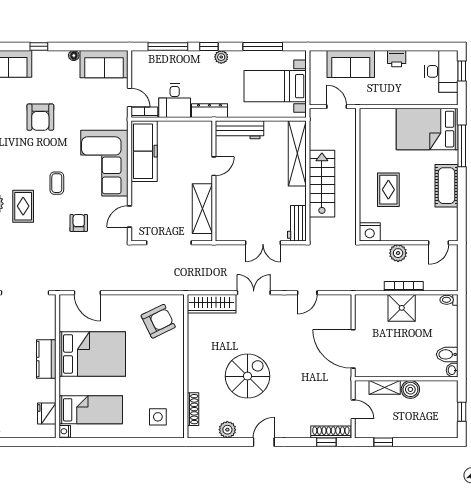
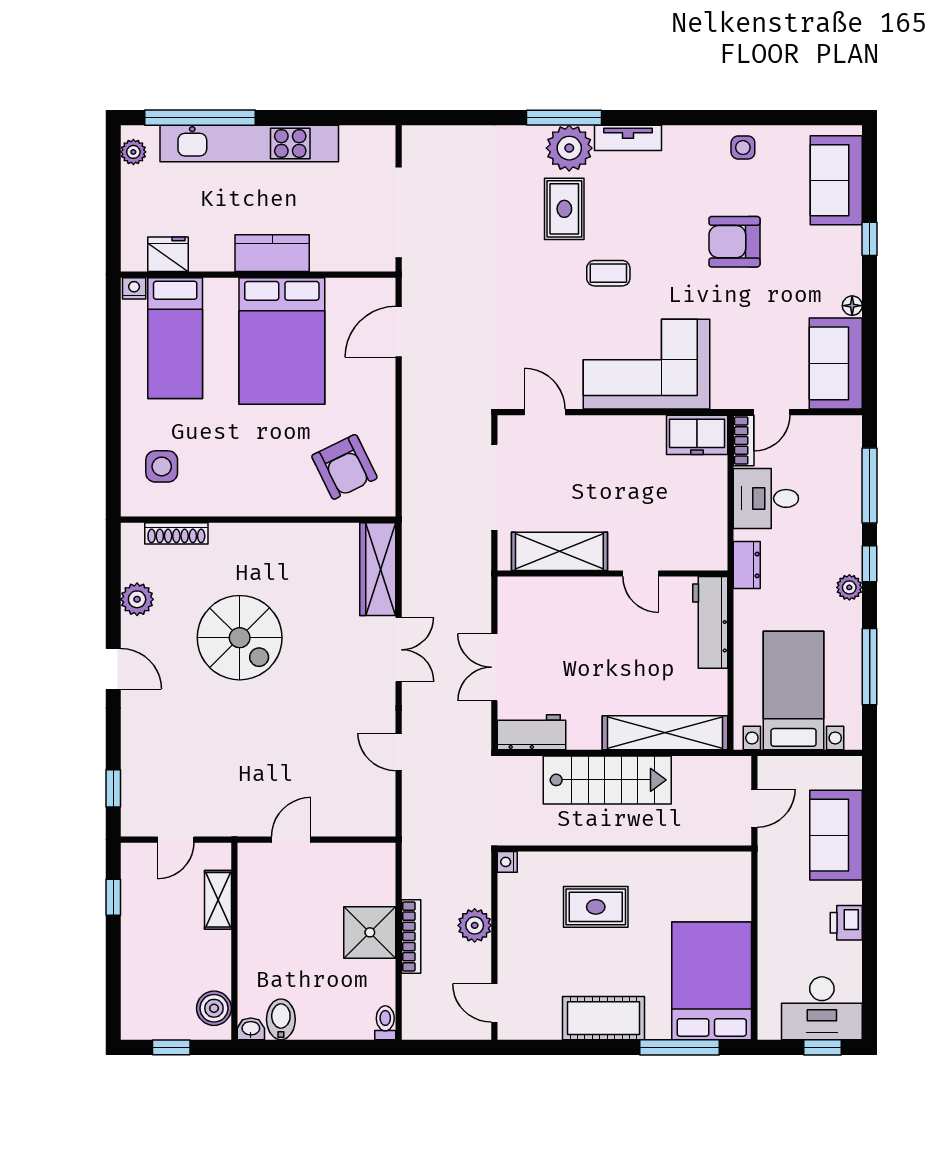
dresser: (209, 111) -> (747, 565), width x0.70
freezer: (144, 151) -> (697, 435), width x0.52, depth x0.79
rug: (23, 206) -> (564, 209), turned 90
armchair: (79, 223) -> (532, 315), removed
nightstand: (370, 232) -> (507, 862), width x0.53, depth x0.56
door: (353, 349) -> (291, 840), width x0.53
boiler: (410, 389) -> (214, 1008), moved
shoe rack: (331, 432) -> (133, 797), removed

